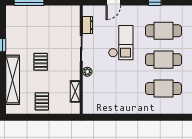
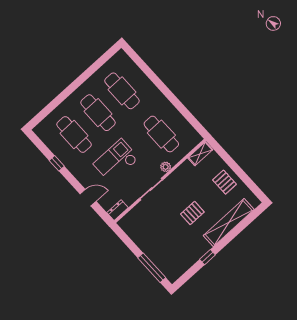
dresser: (88, 25) -> (118, 210), moved
cafe table: (111, 89) -> (161, 134), added
shelving: (75, 91) -> (200, 154), moved
pallet: (42, 101) -> (225, 182), turned 90

